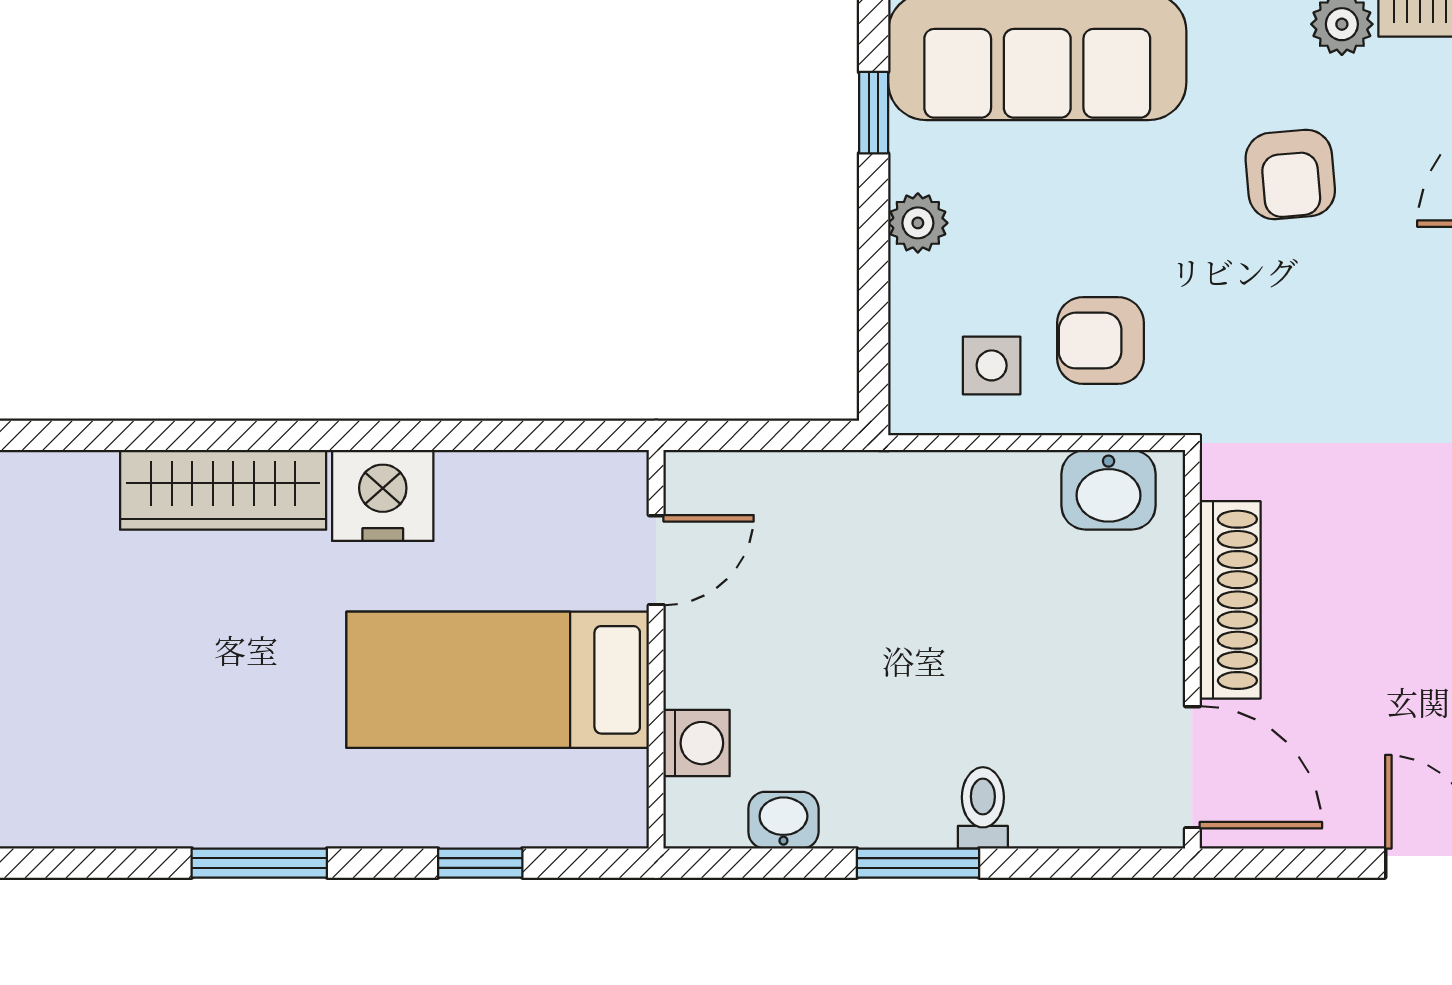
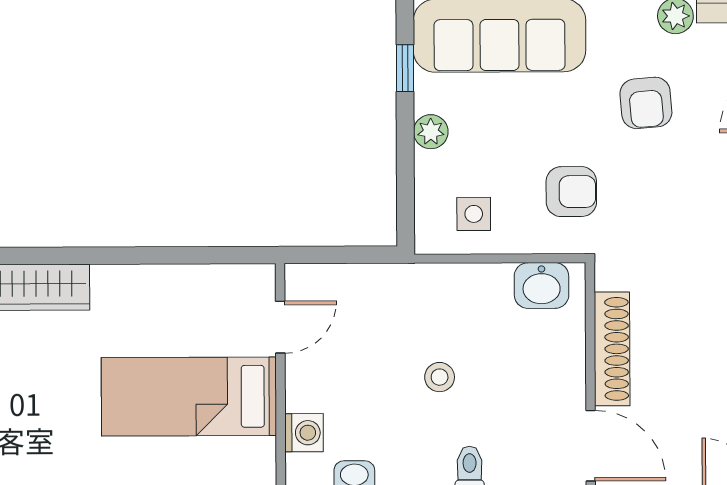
armchair: (1100, 341) -> (571, 192), moved, turned 180
nightstand: (383, 495) -> (122, 290), removed
stool: (932, 648) -> (440, 377), added

